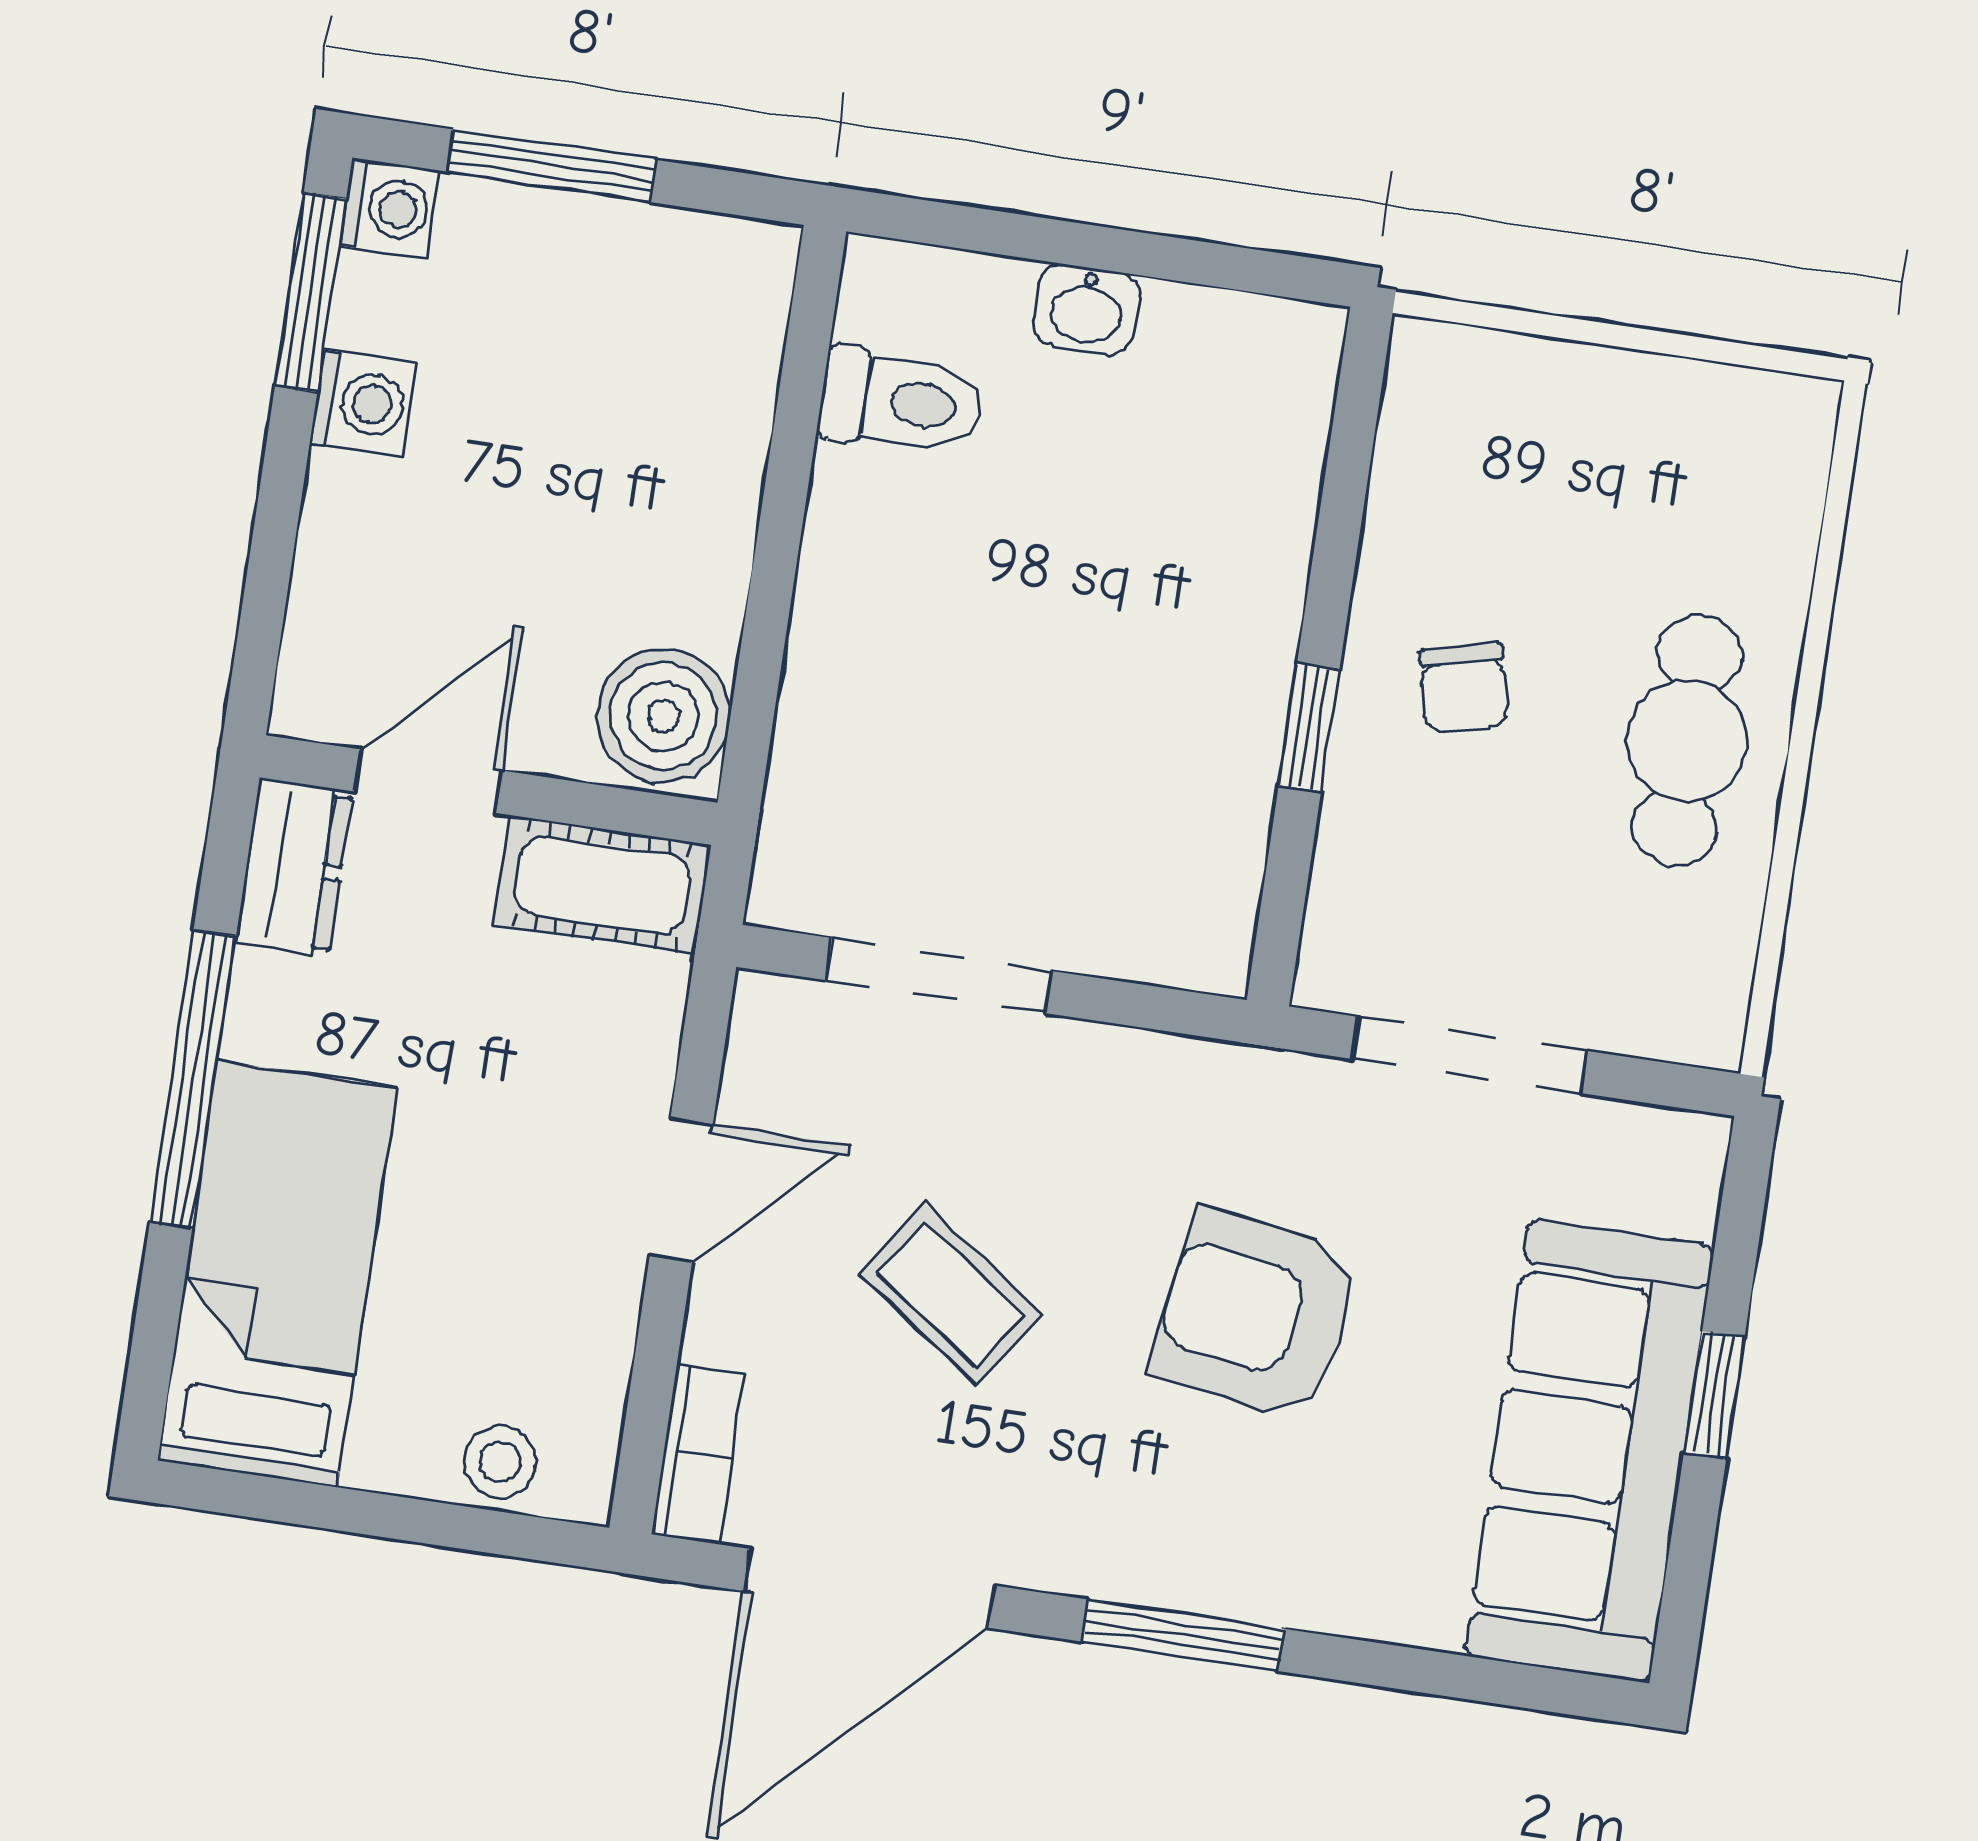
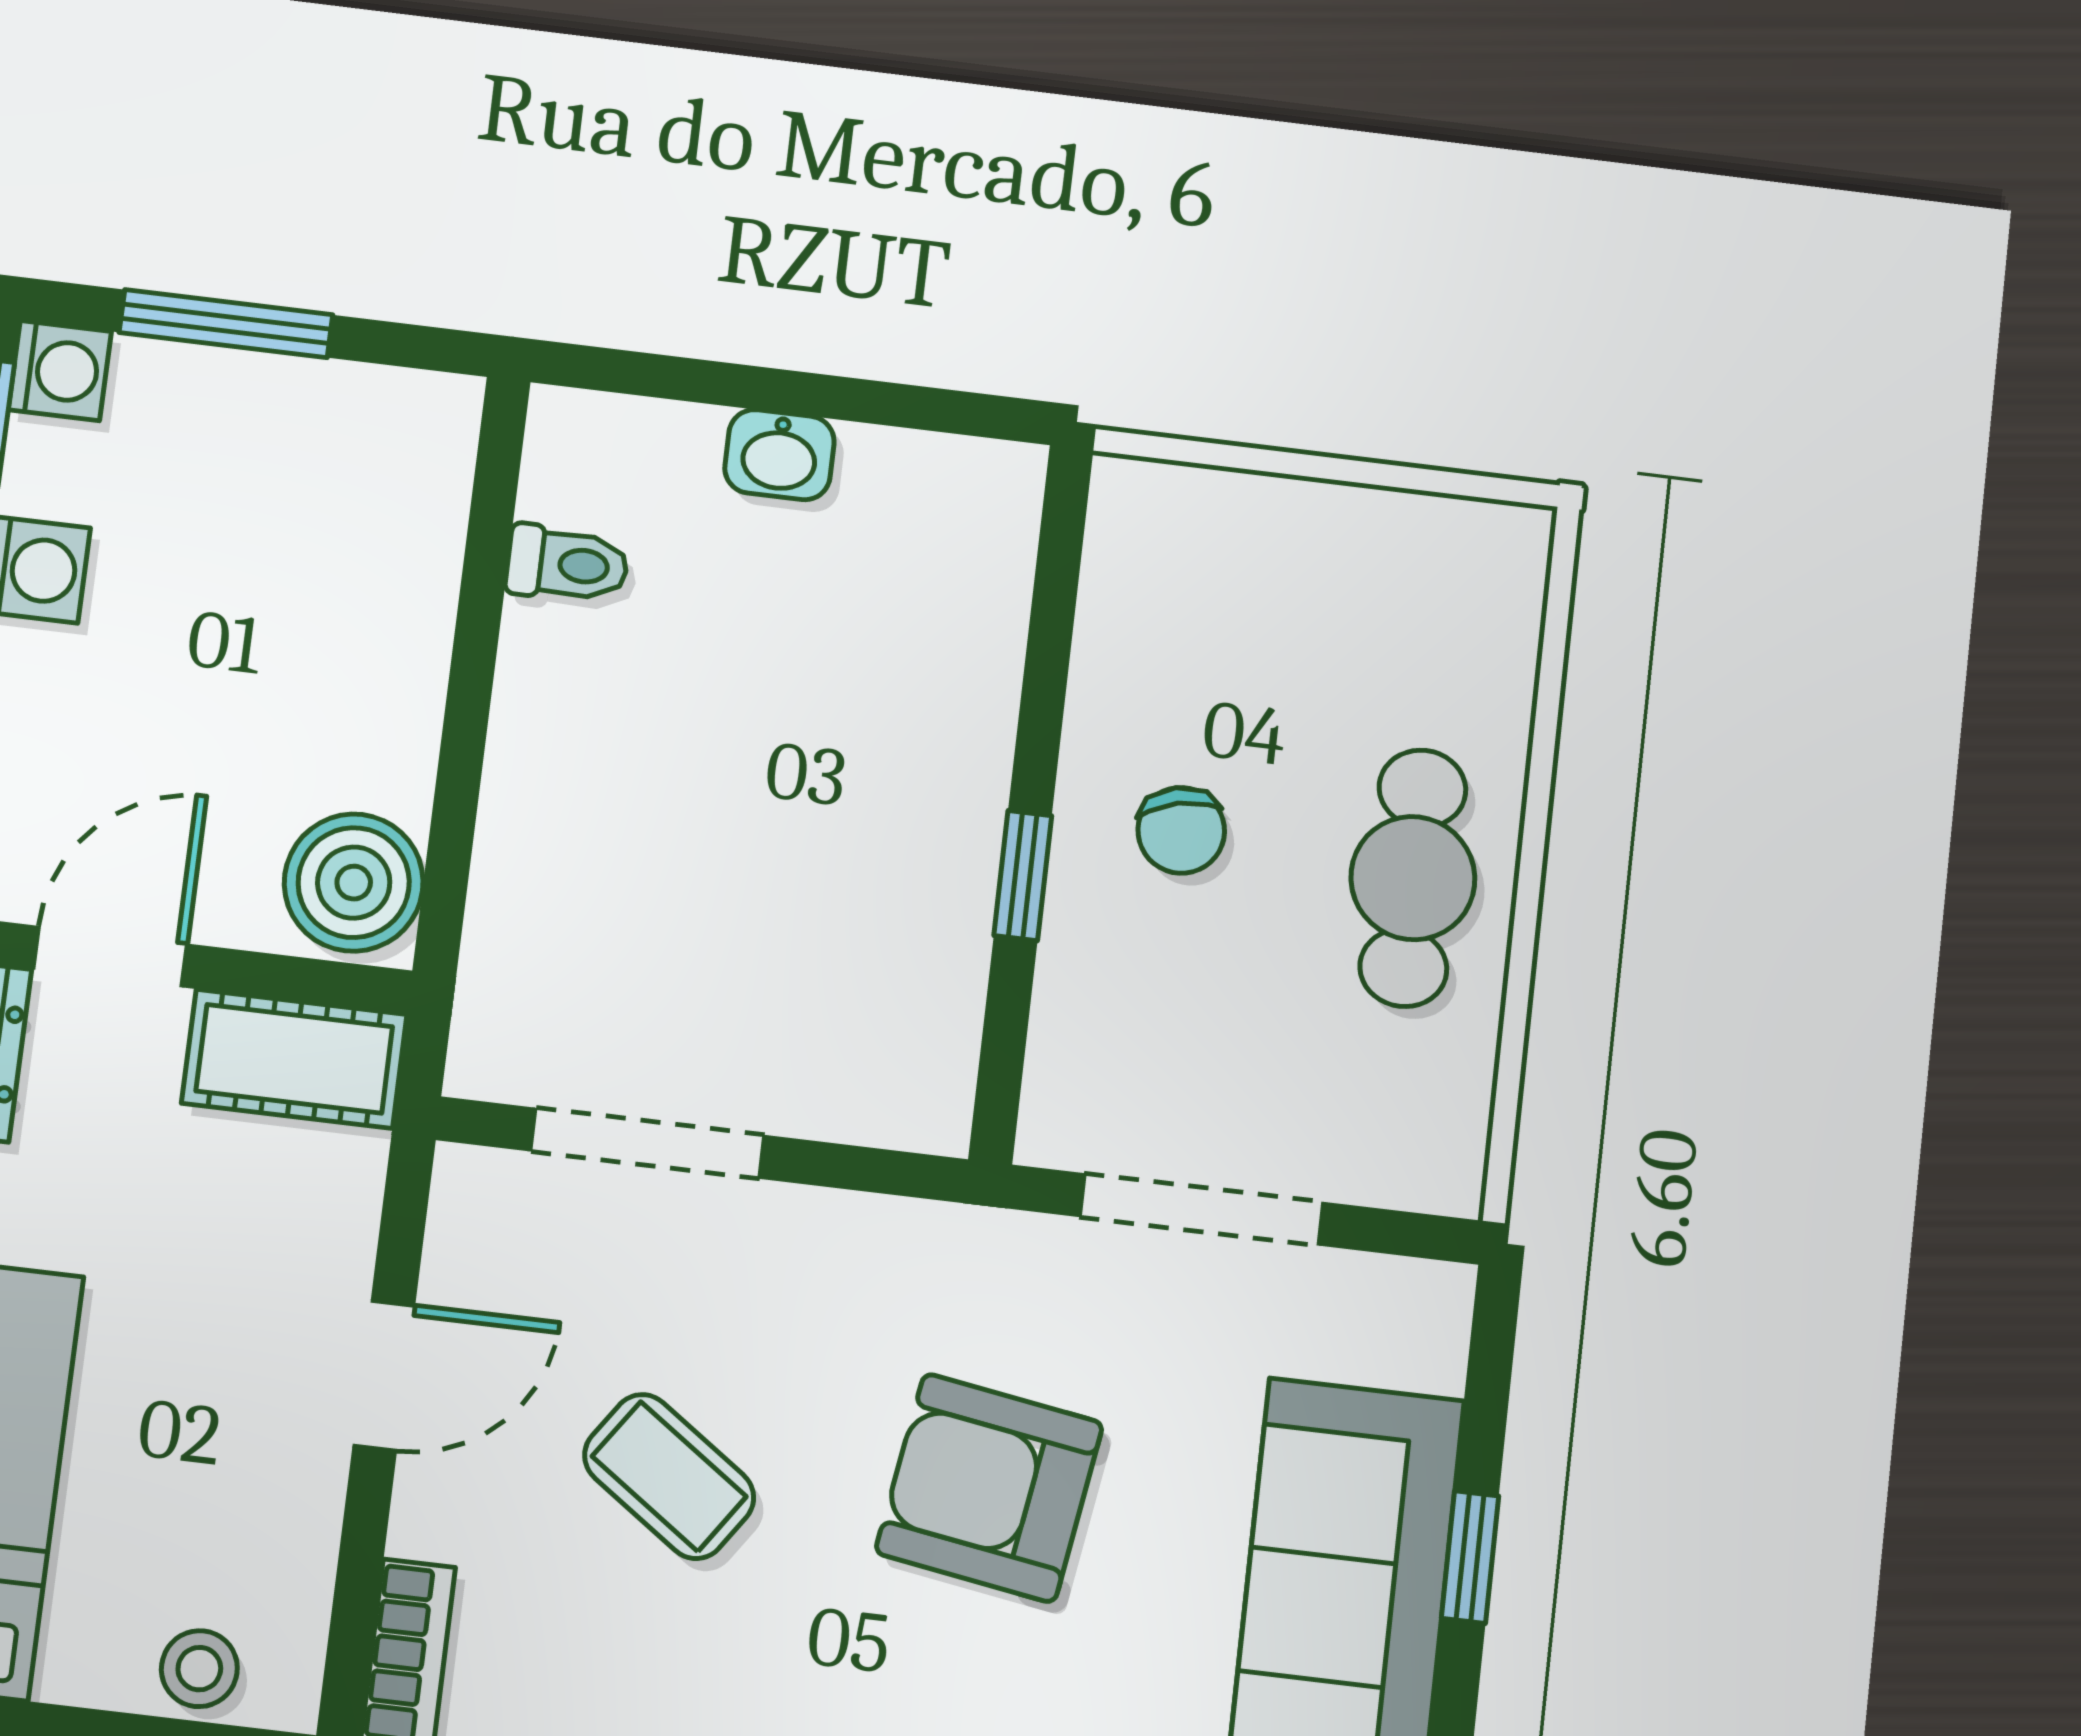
toilet: (901, 402) -> (567, 564), width x0.73, depth x0.72

